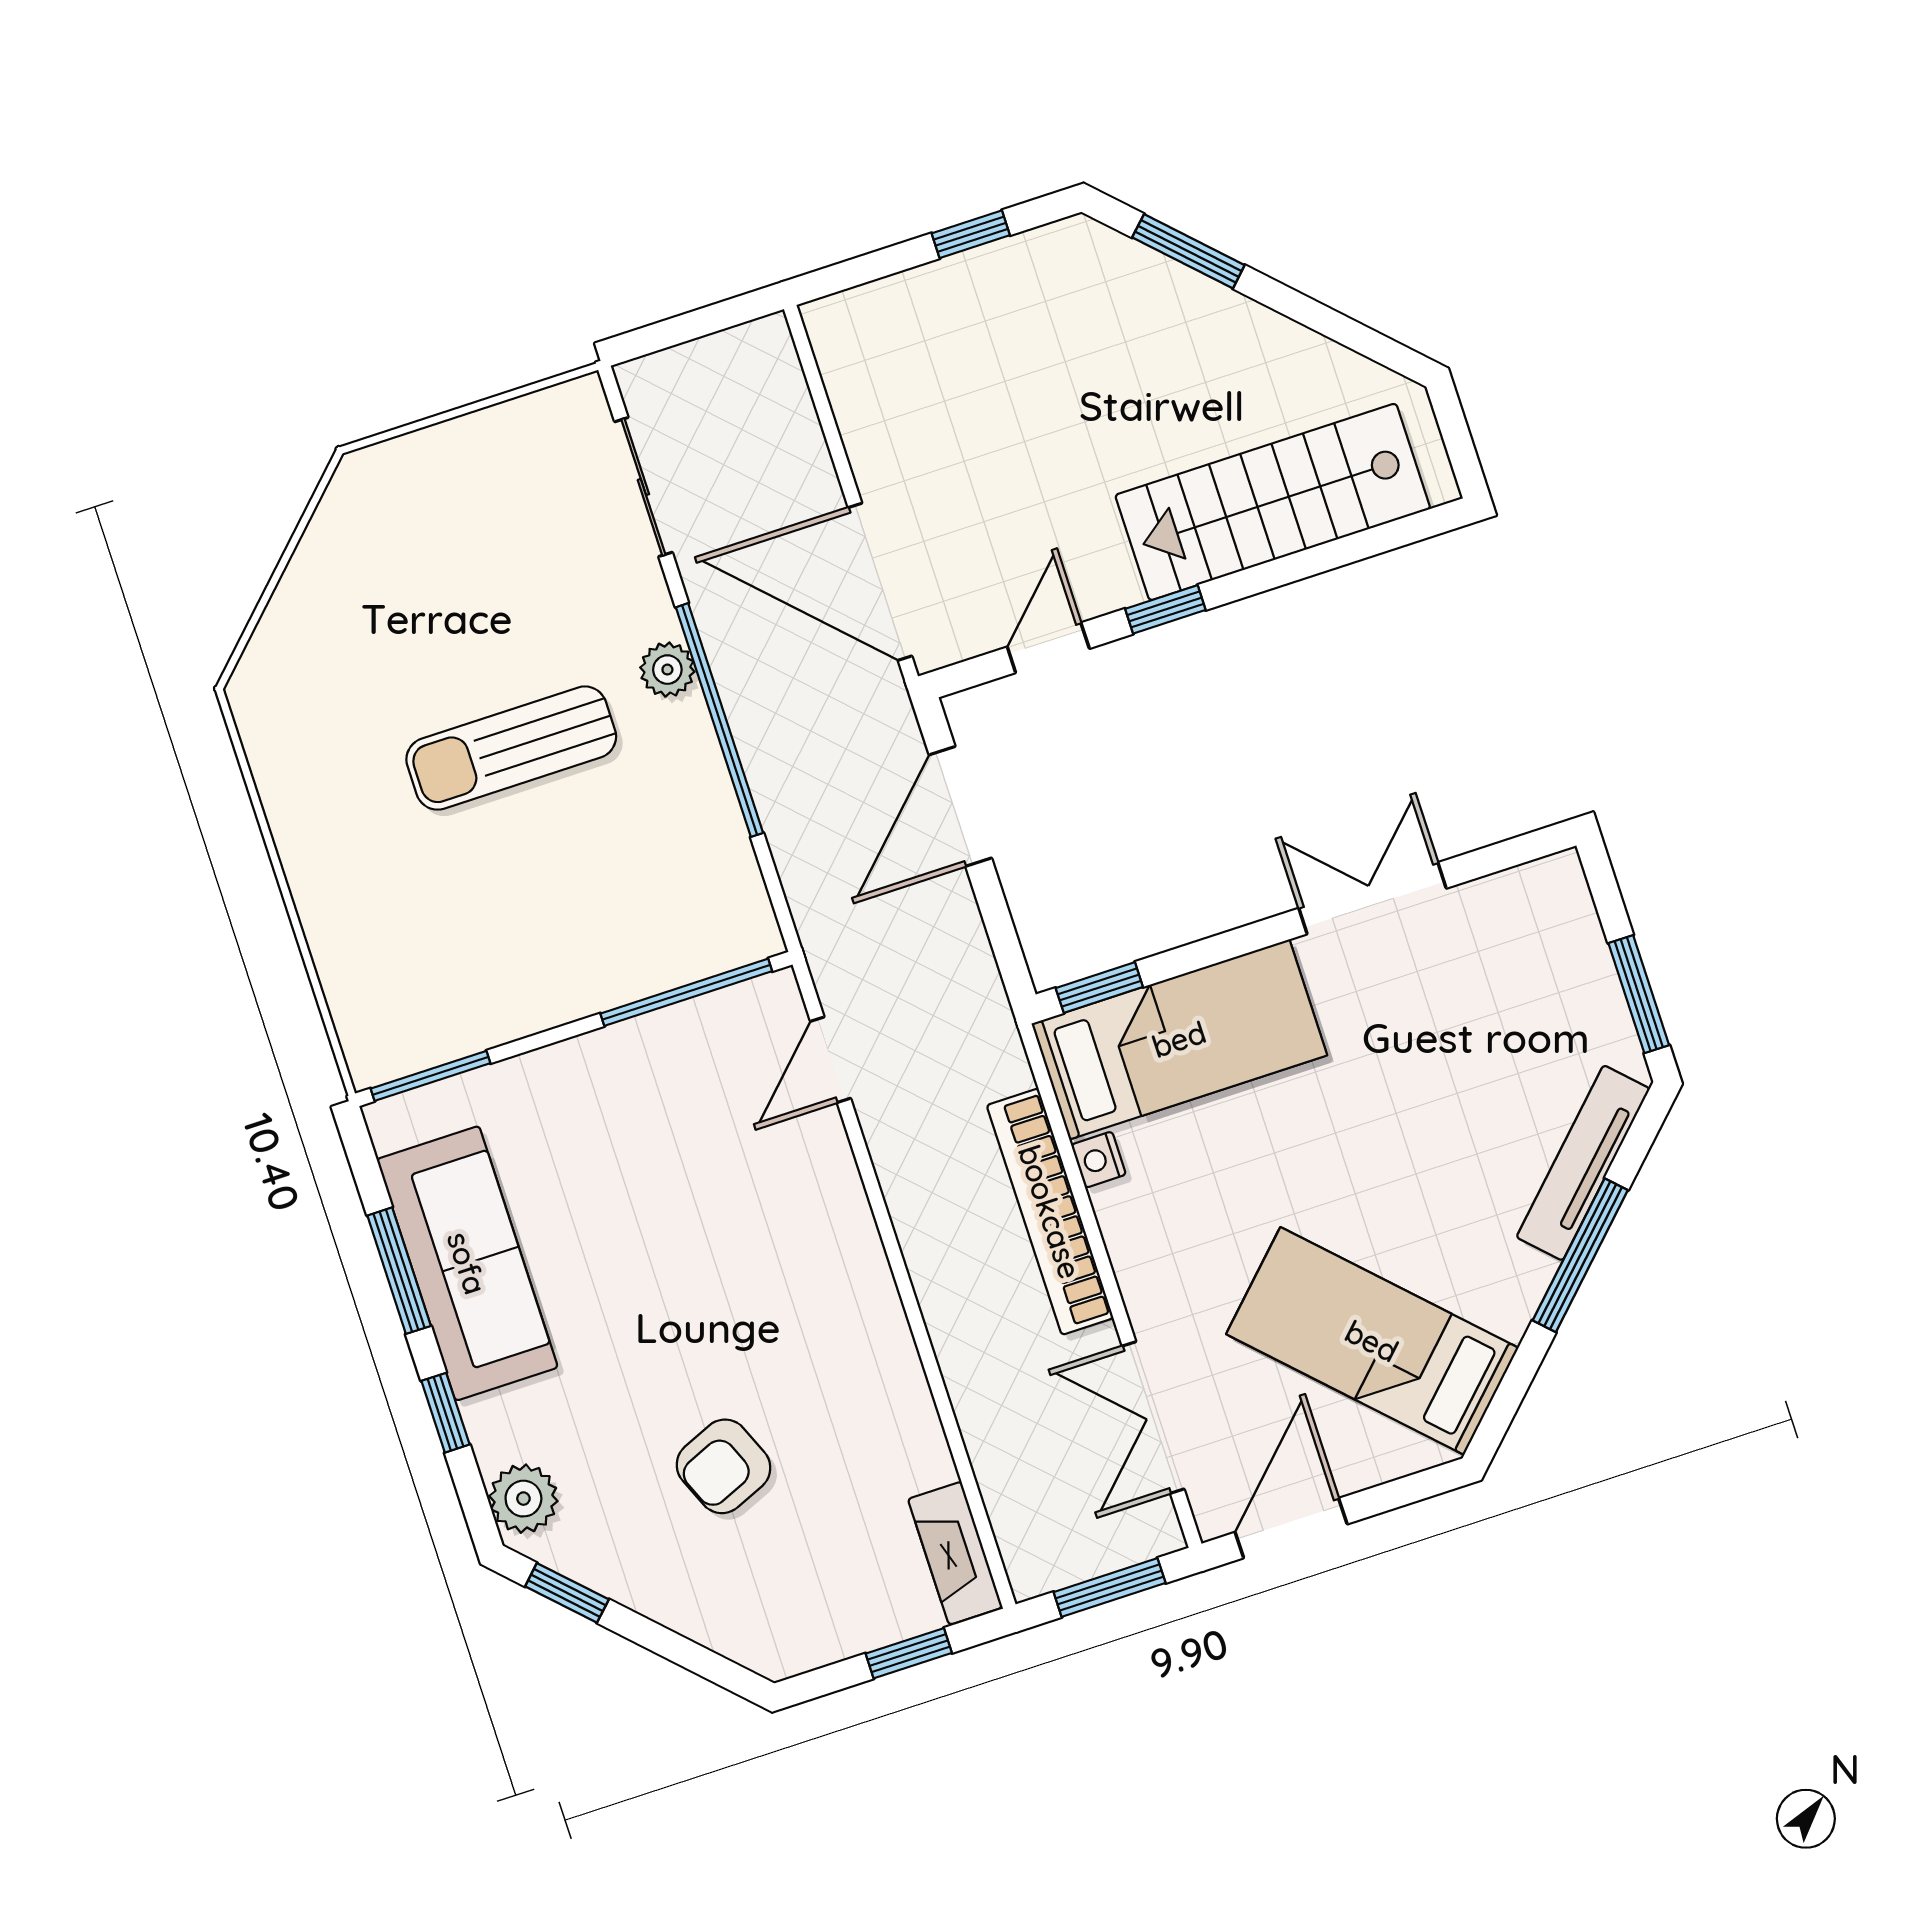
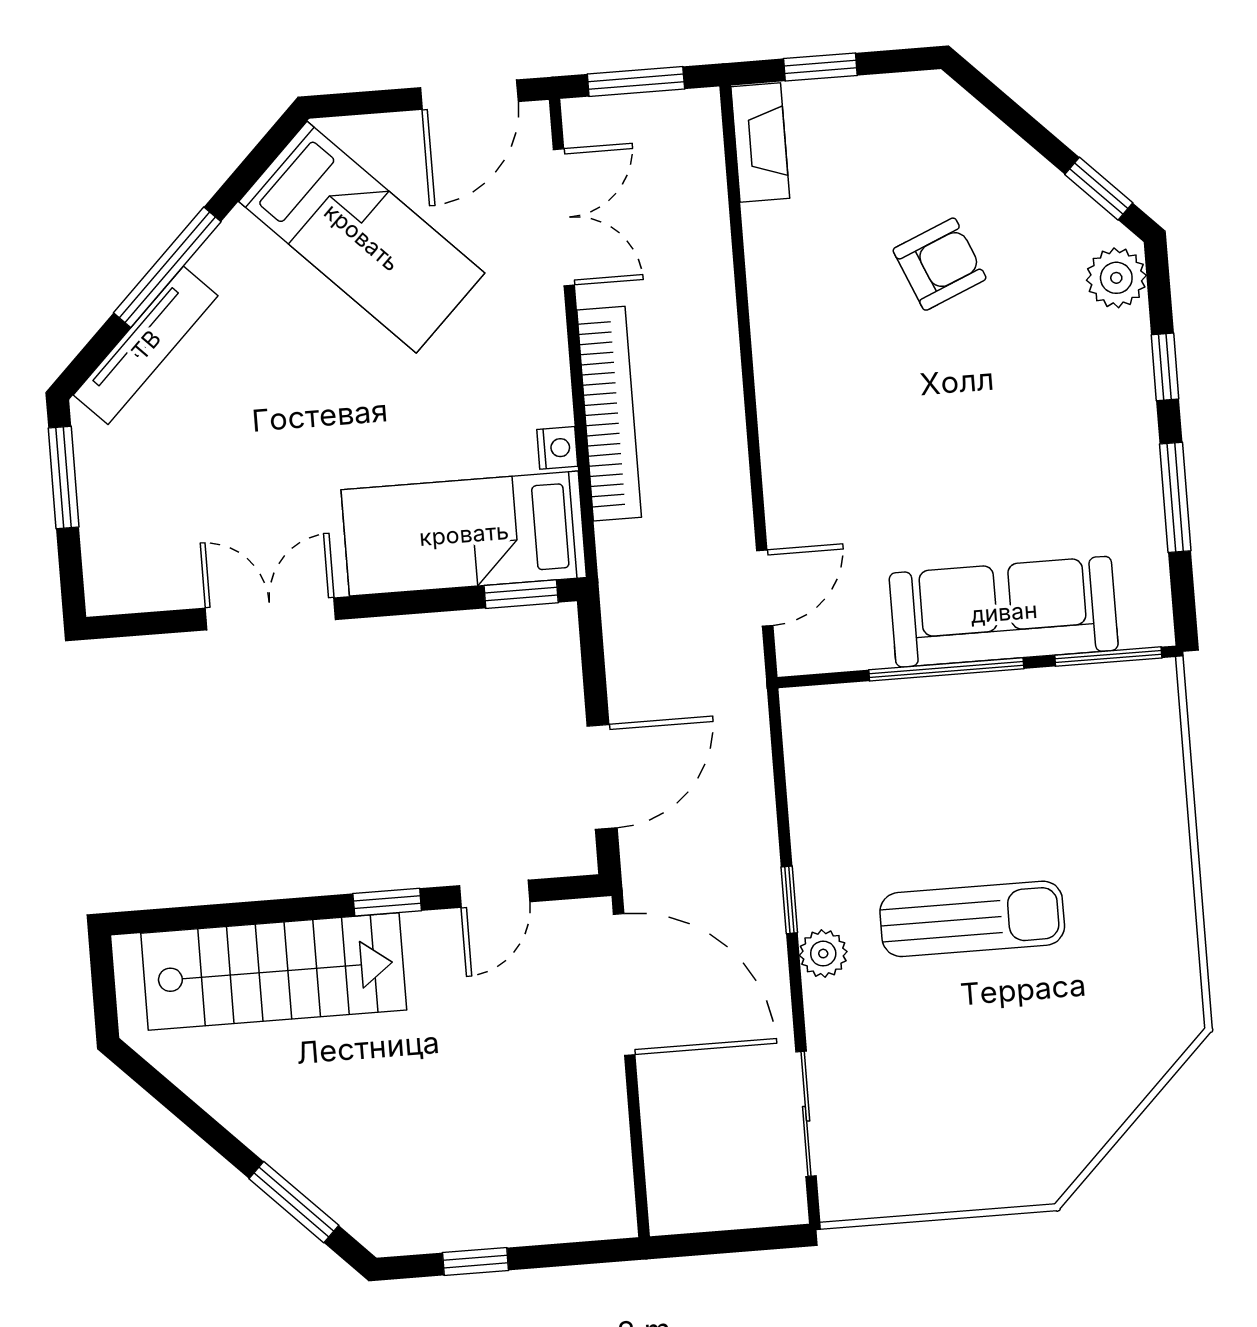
window: (720, 720) -> (789, 900), width x0.32
double door: (1373, 898) -> (270, 614), swing flipped
window: (686, 992) -> (946, 669), moved
sofa: (467, 1263) -> (1004, 612), moved, turned 90

